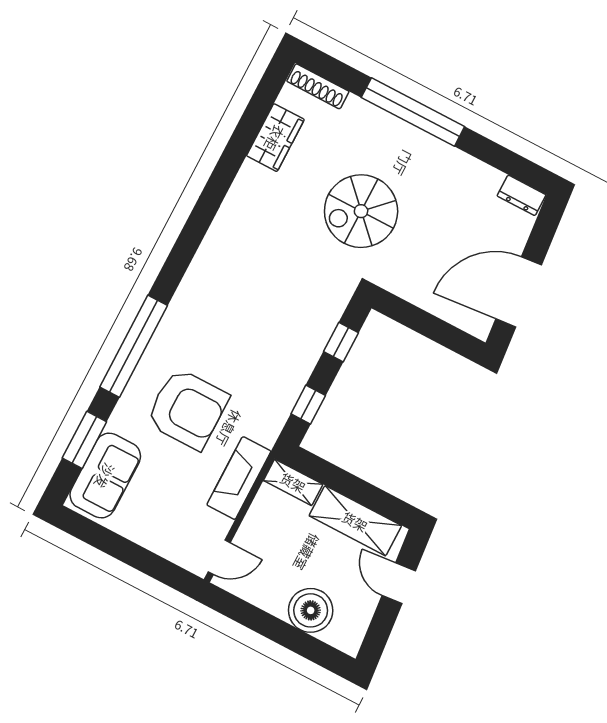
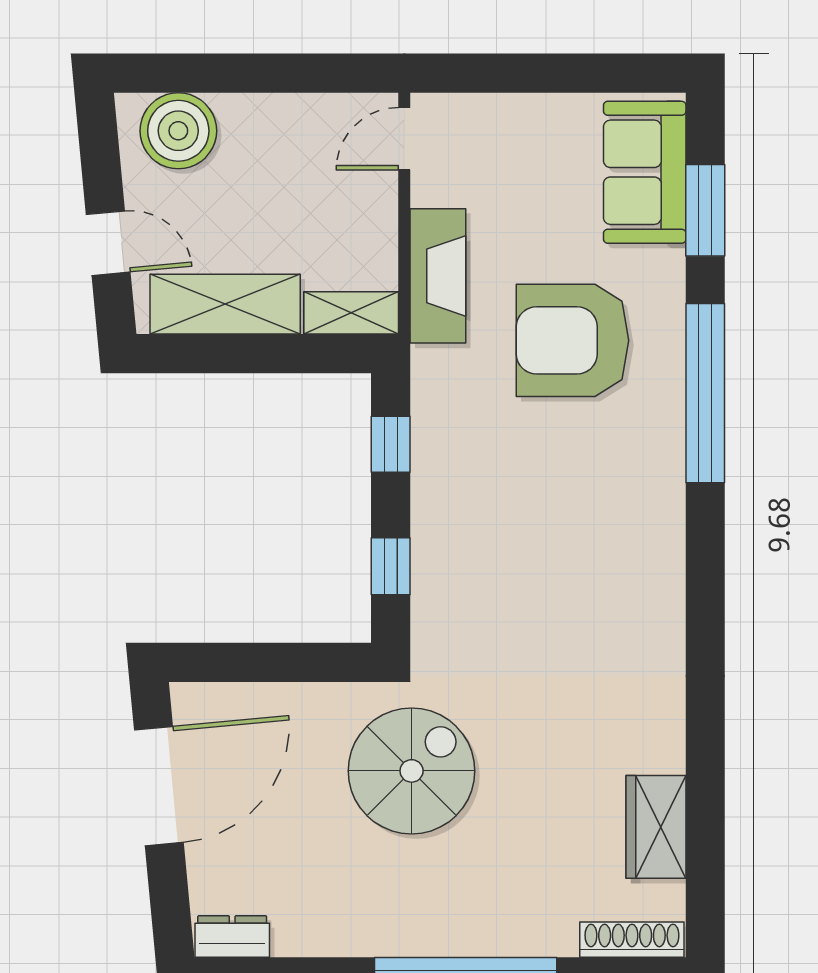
spiral stairs: (361, 211) -> (412, 771), moved
boiler: (311, 610) -> (178, 131), moved

